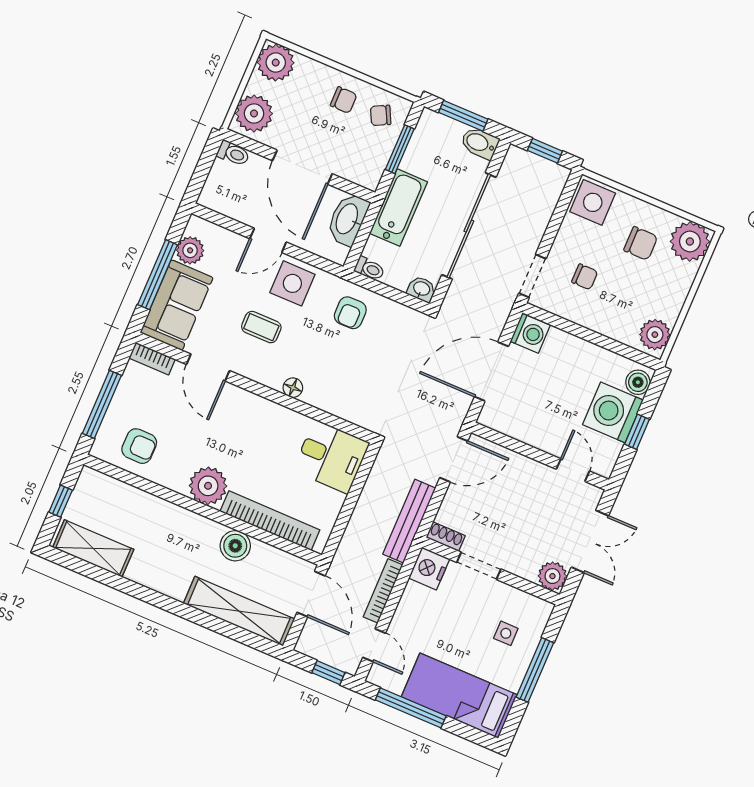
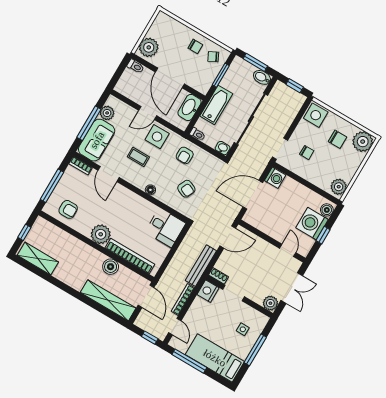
plant: (276, 63) -> (163, 23), removed
armchair: (362, 377) -> (186, 189), added

